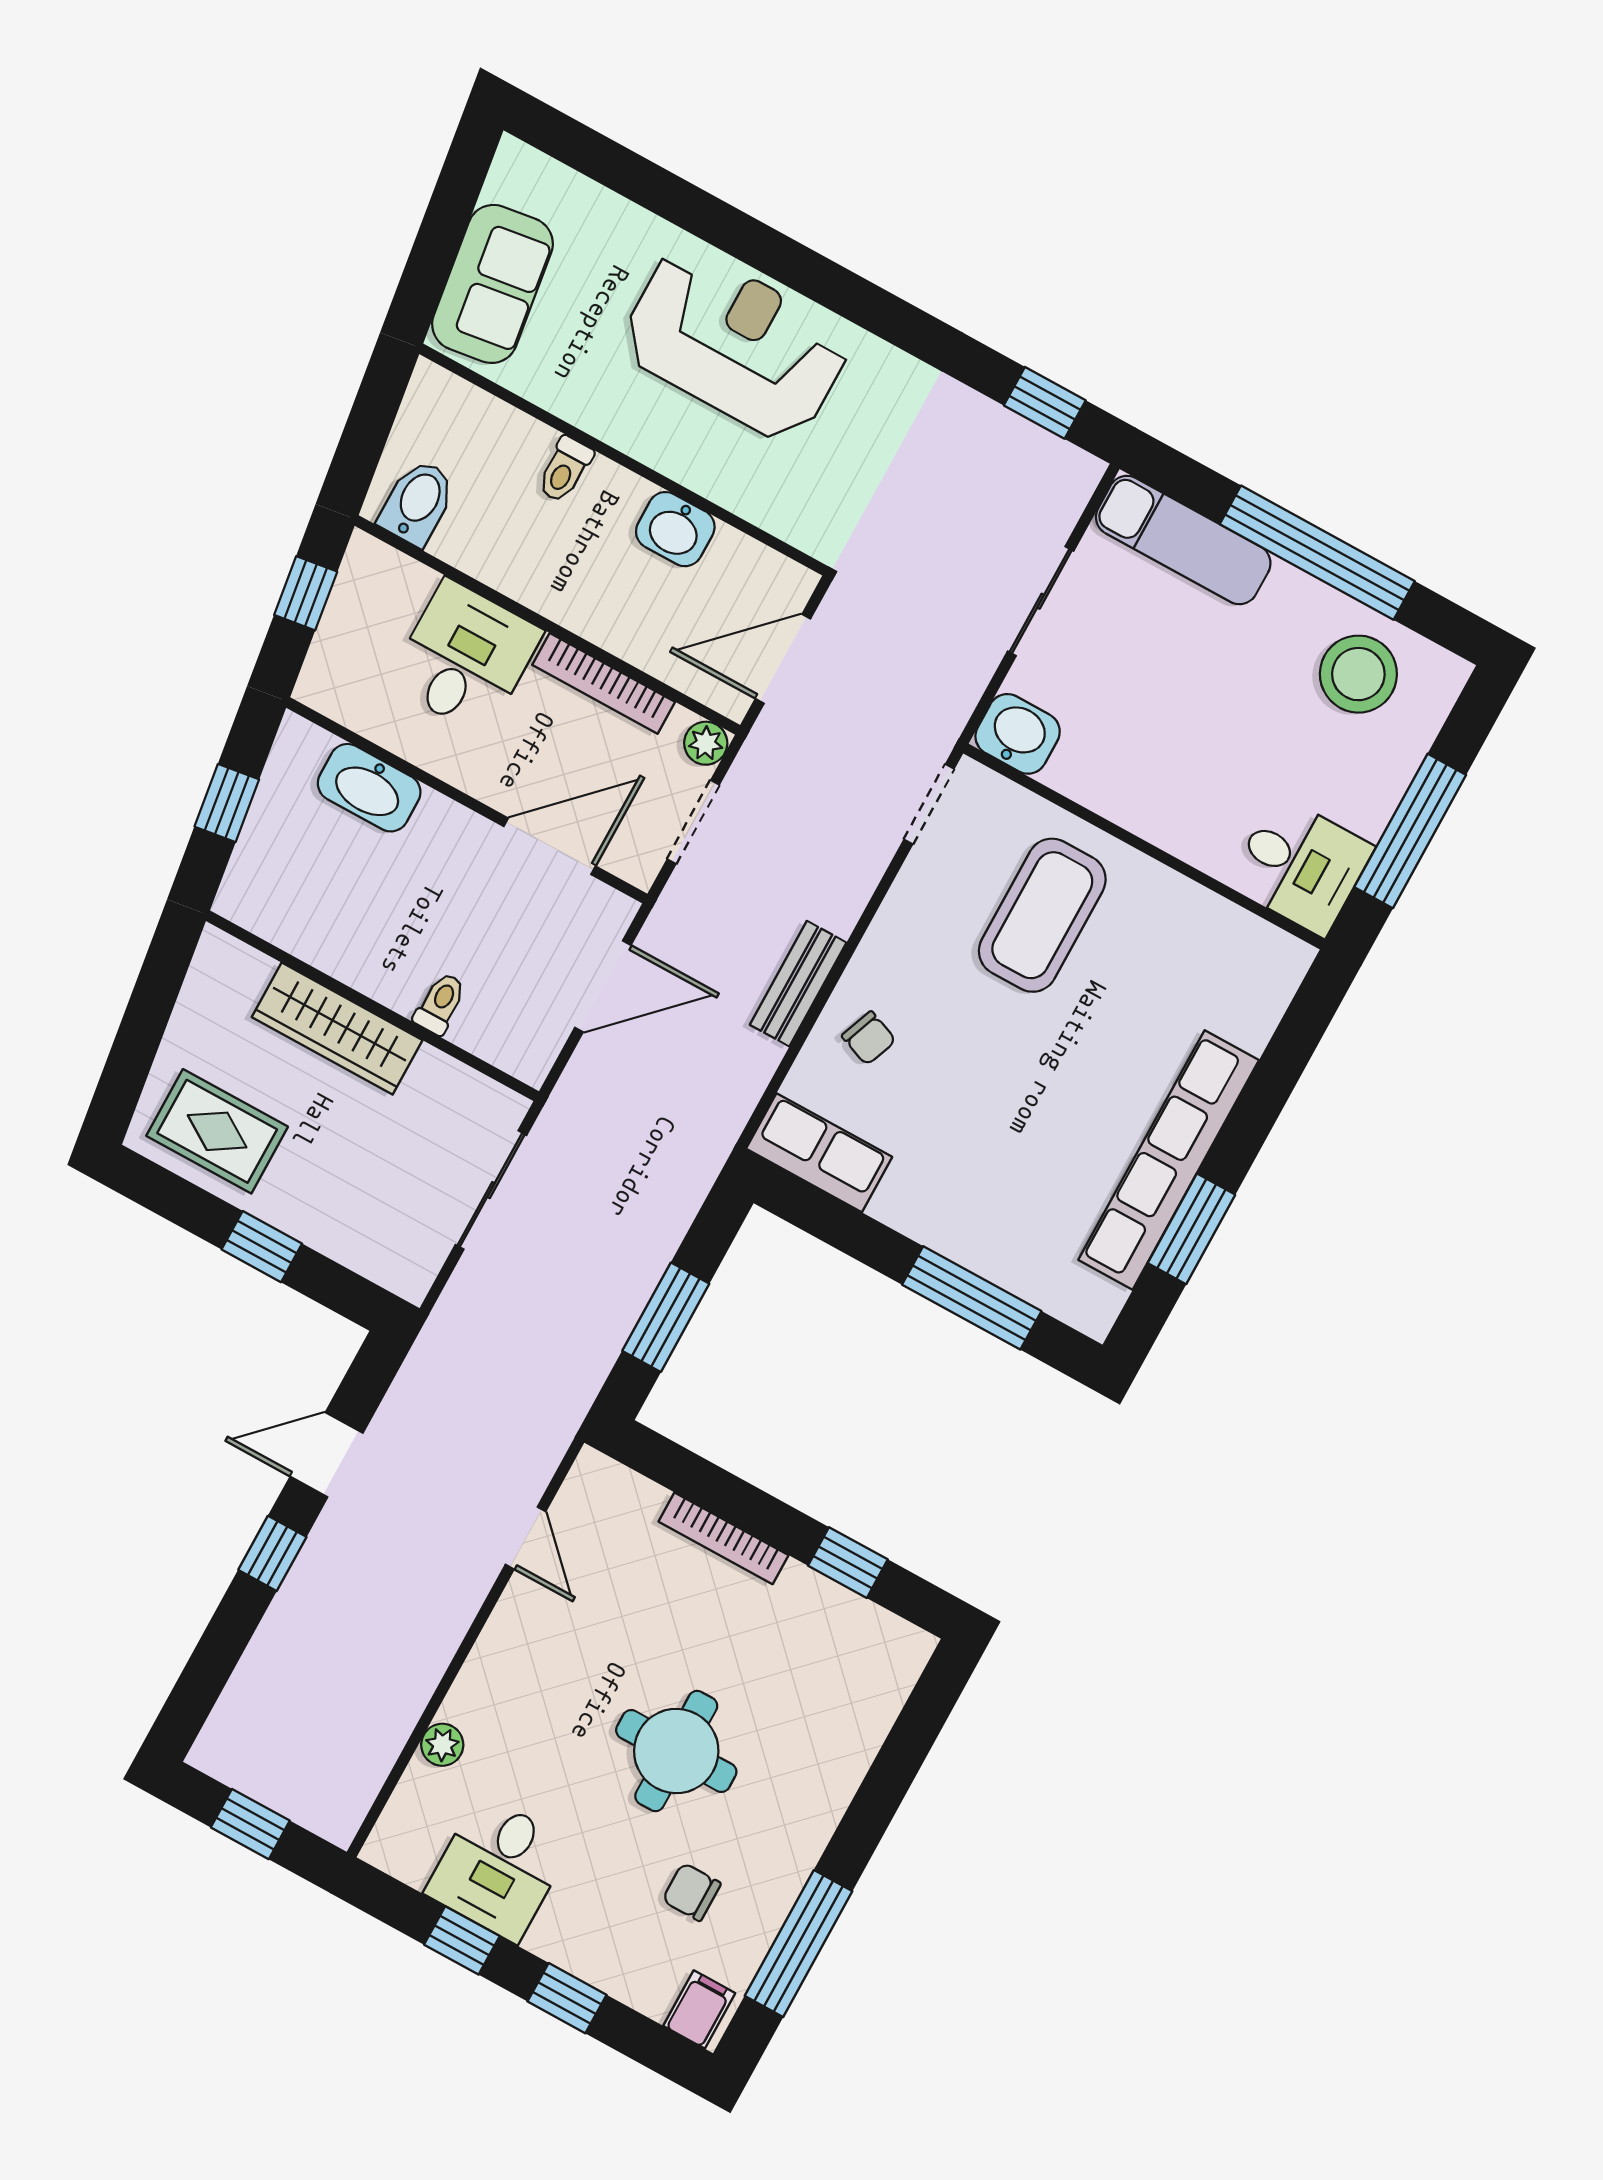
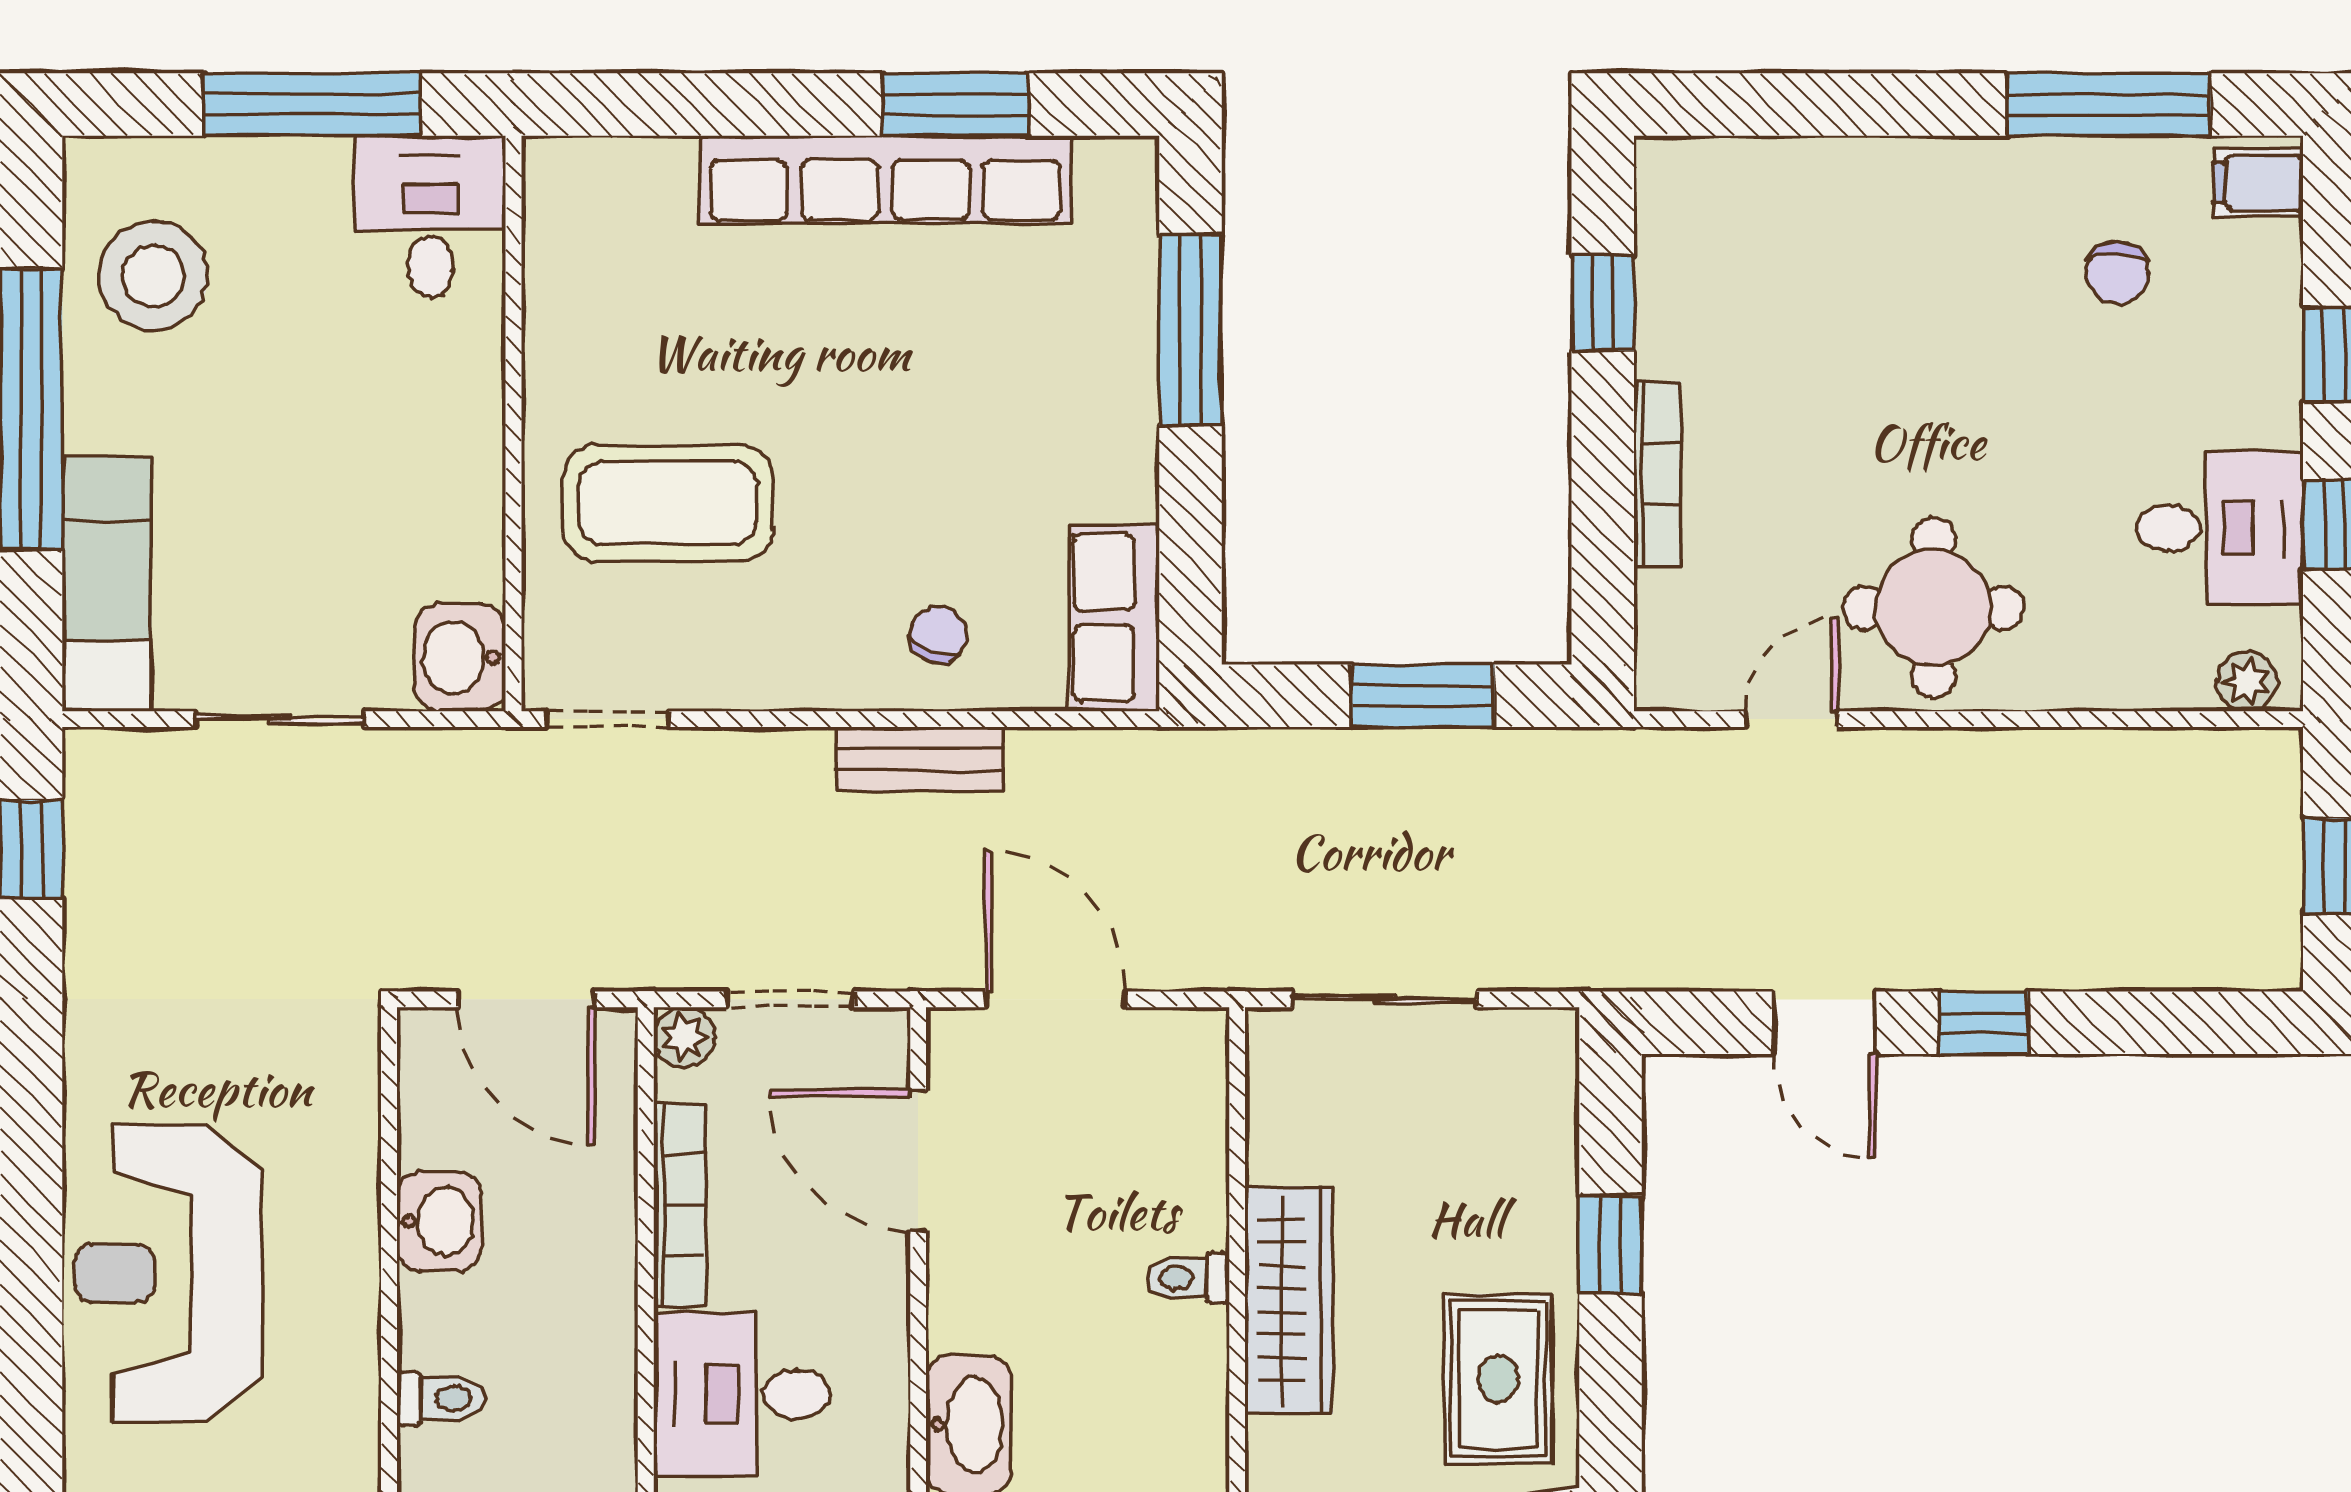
toilet: (440, 1004) -> (1188, 1278), moved
plant: (442, 1745) -> (2247, 682), moved
round table: (676, 1751) -> (1933, 608), moved

